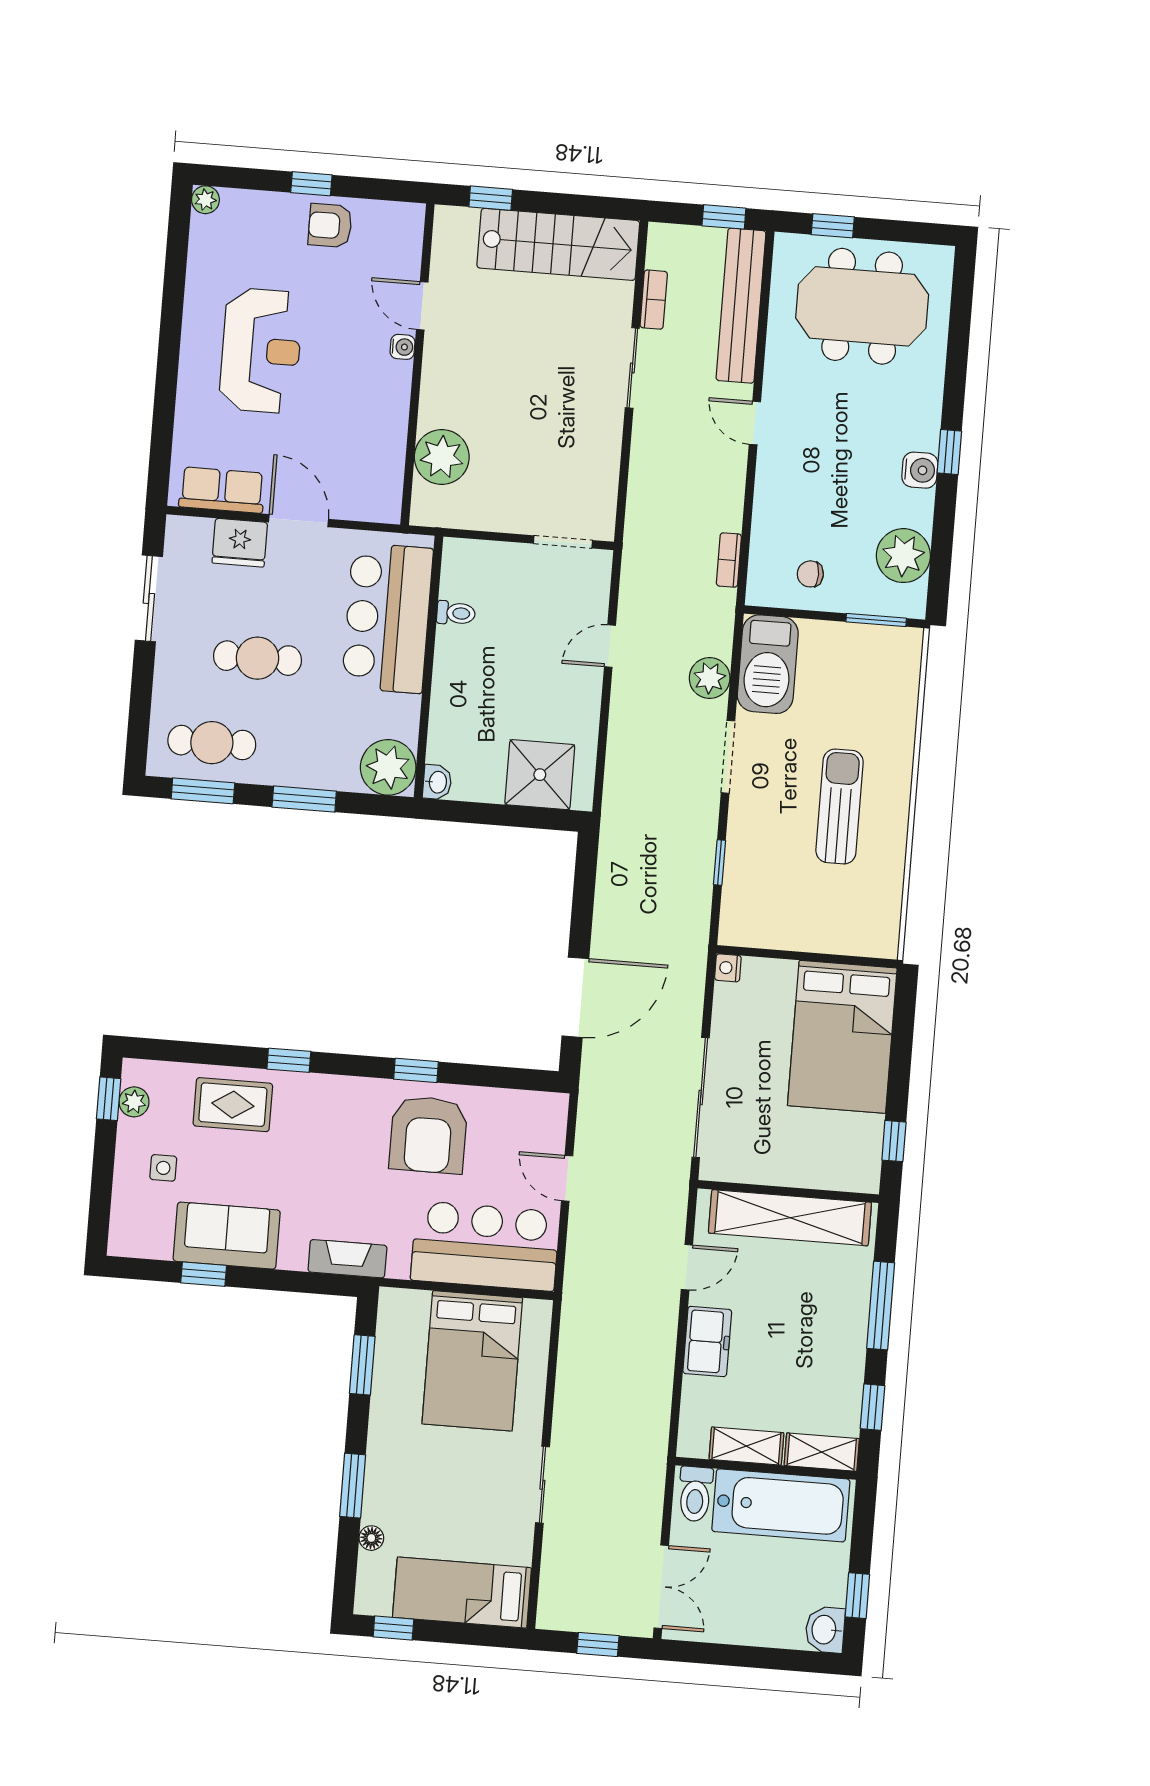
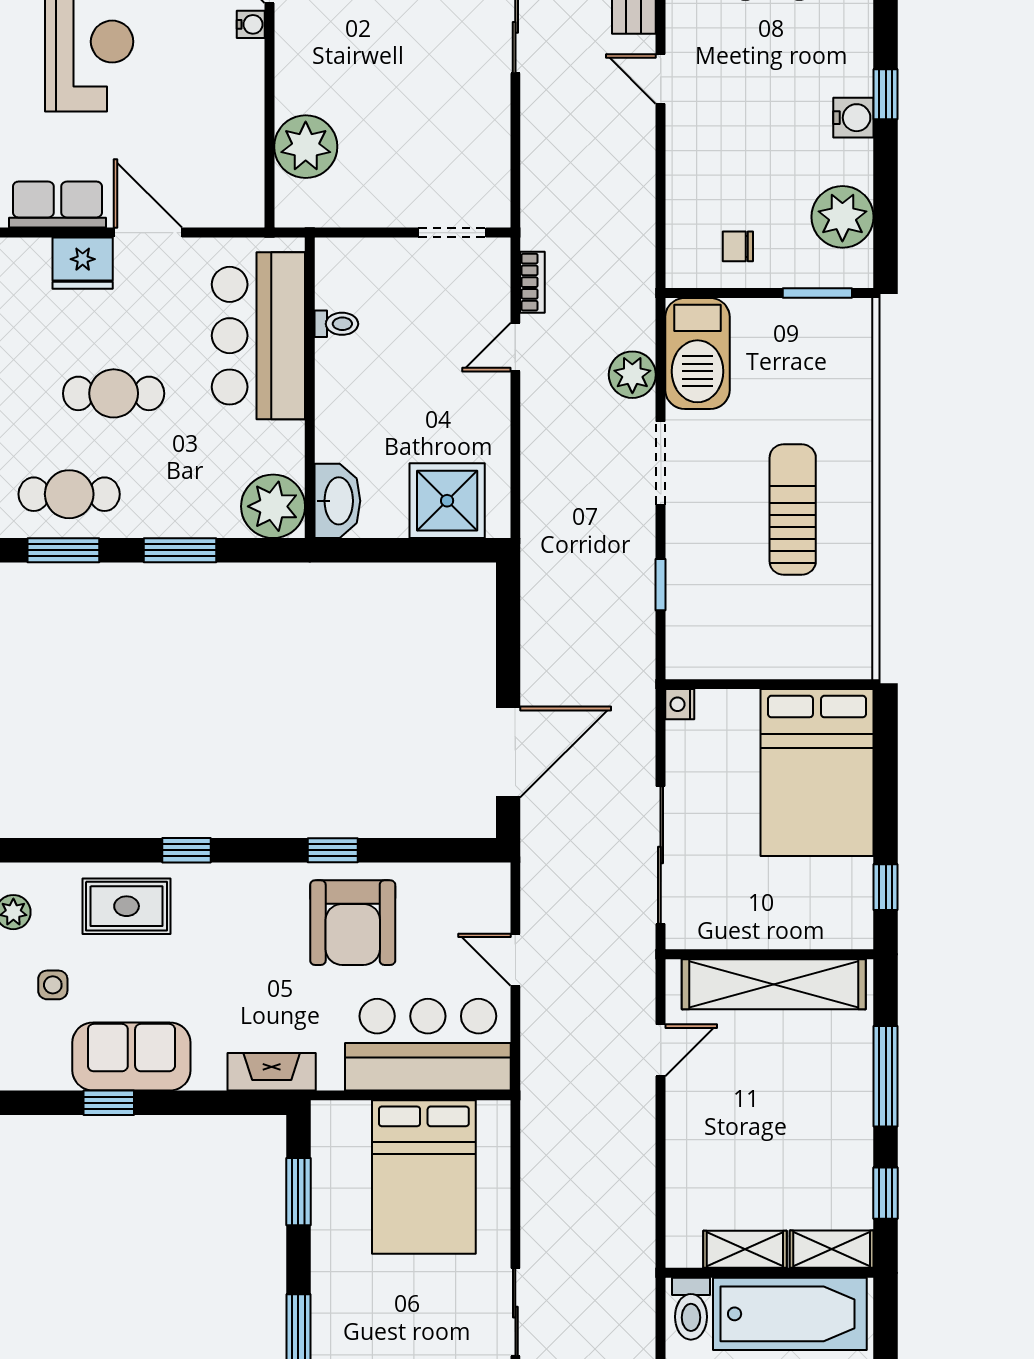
bookcase: (729, 560) -> (532, 282), moved, turned 180
washbasin: (437, 782) -> (337, 501), width x1.91, depth x1.45
freezer: (707, 1341) -> (691, 1133), removed

